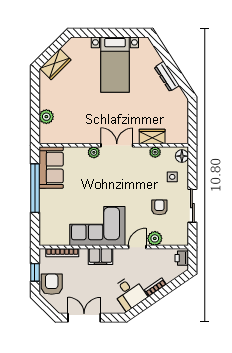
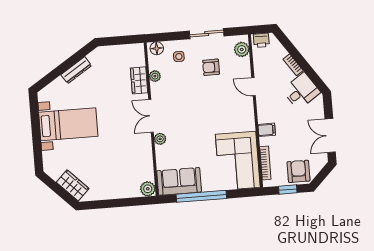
plant: (46, 117) -> (148, 189), moved
corner sofa: (97, 226) -> (238, 161), moved
plant: (155, 238) -> (242, 49), moved
filing cabinet: (100, 257) -> (267, 130), width x0.50
armchair: (52, 284) -> (298, 171), turned 90

